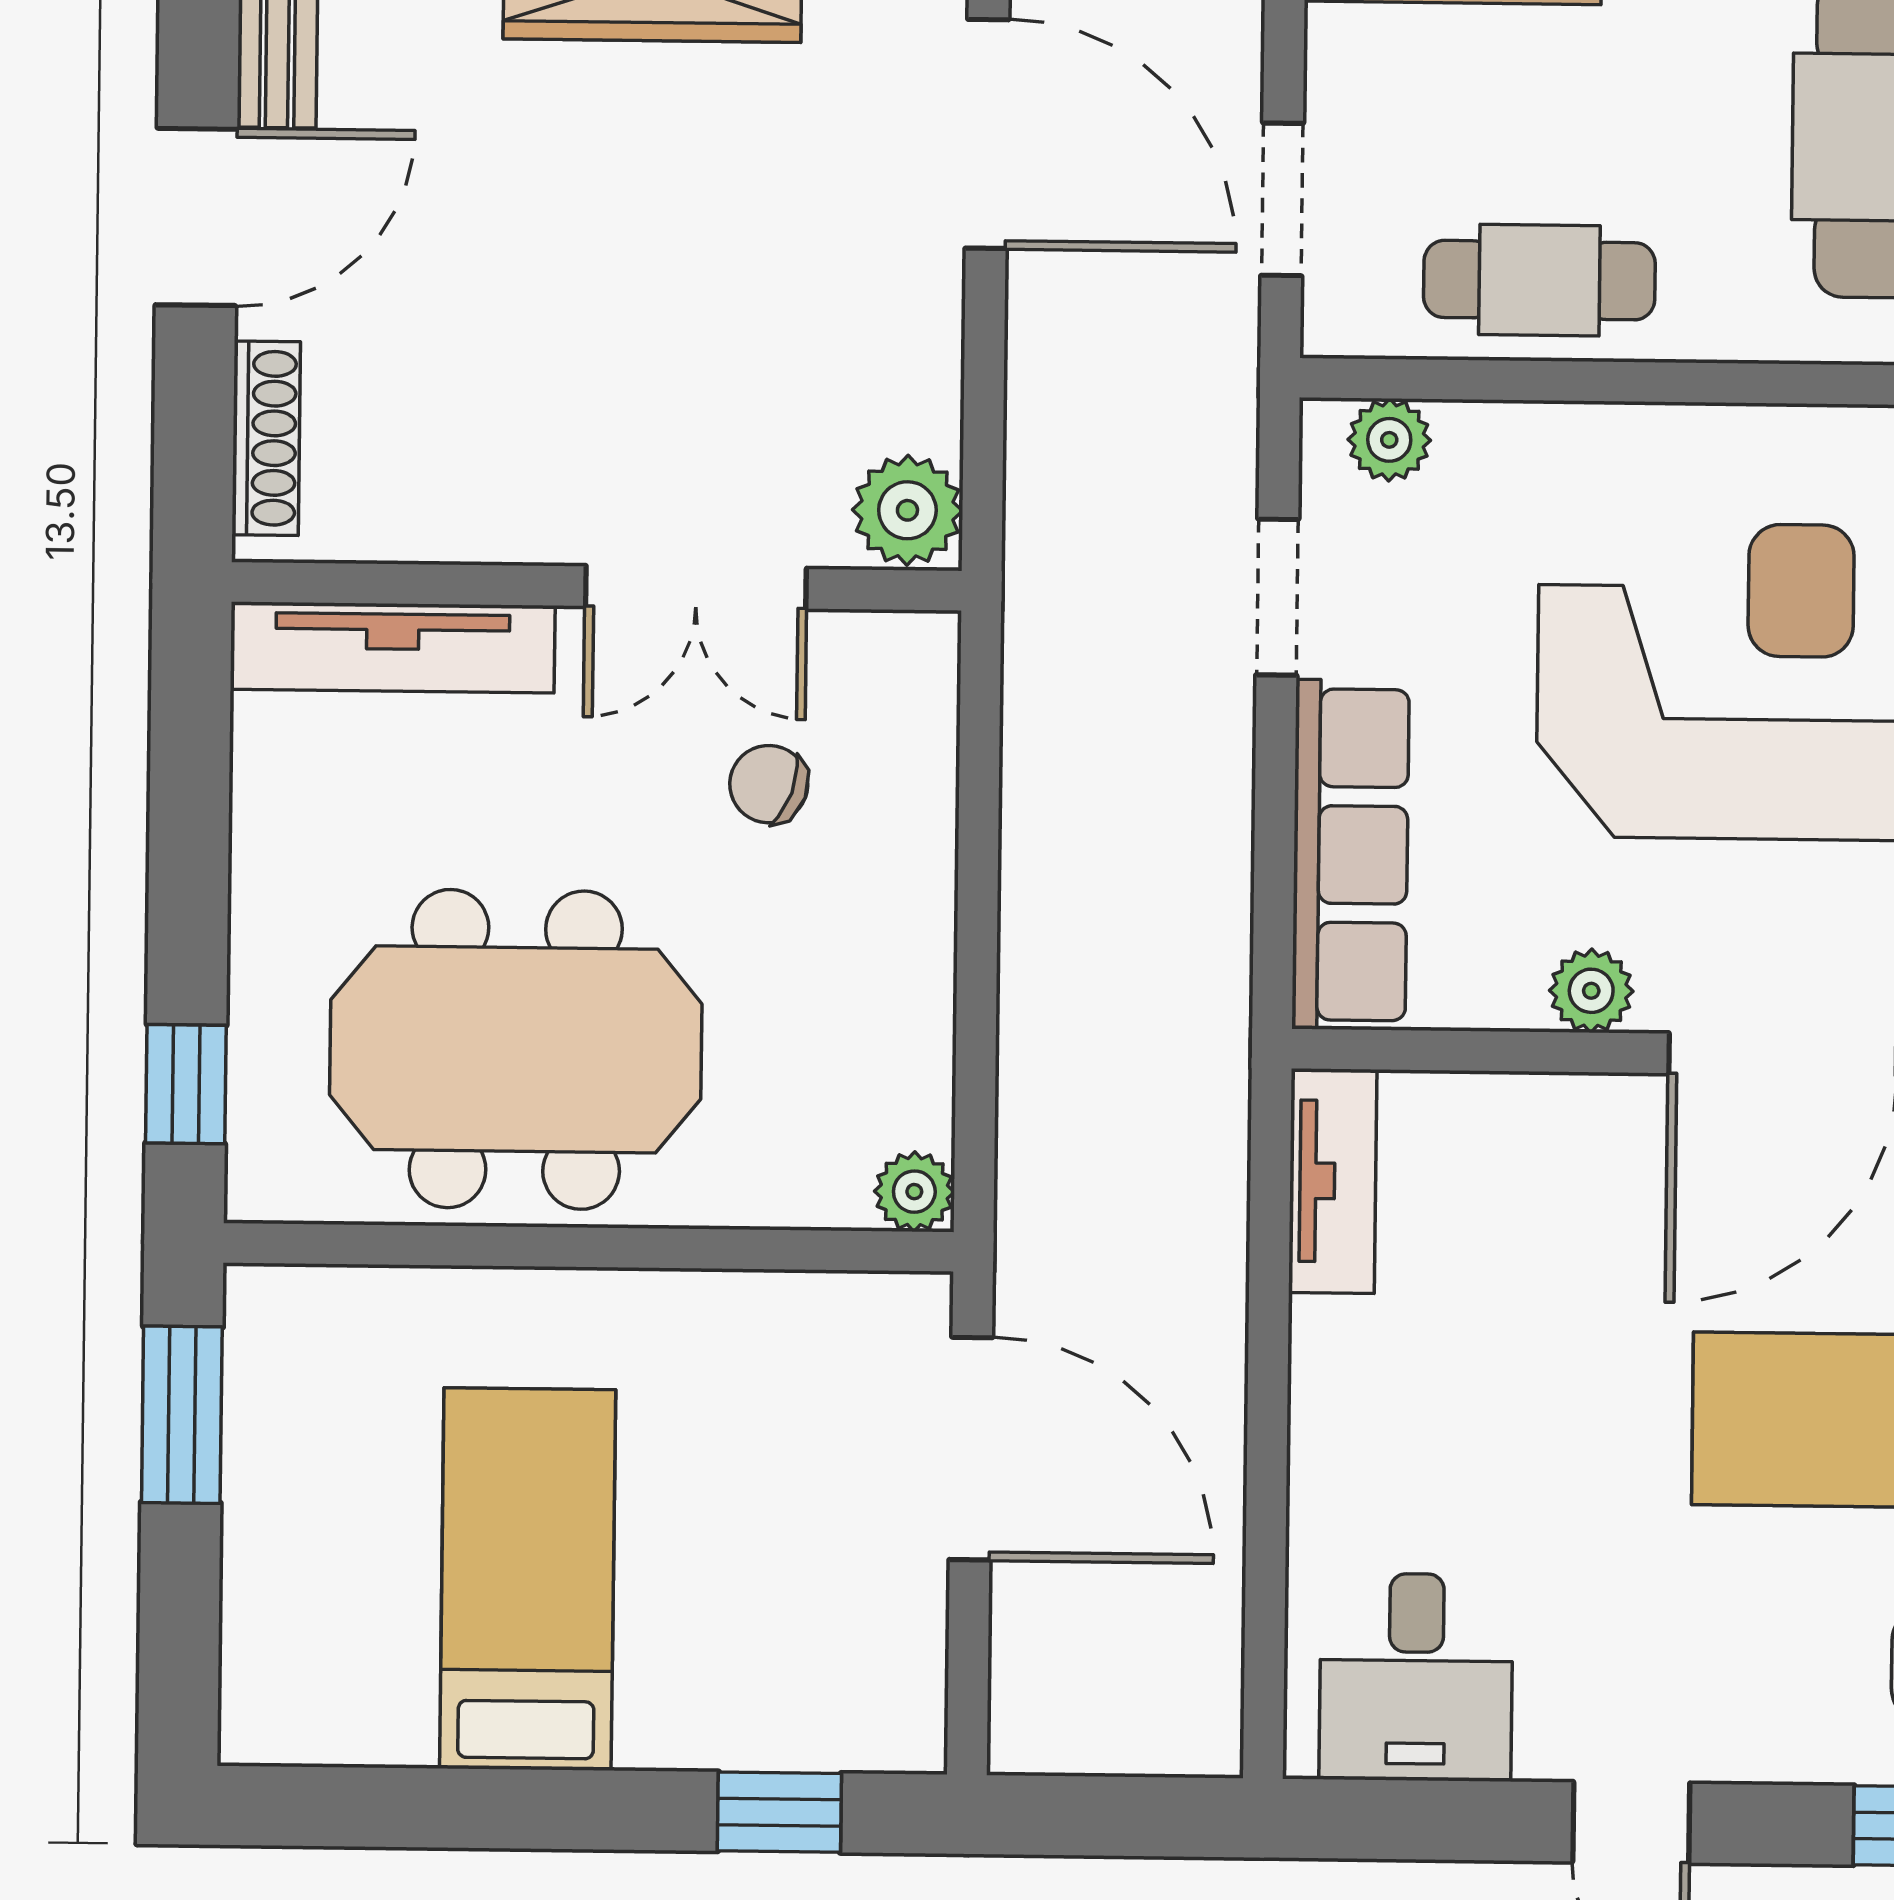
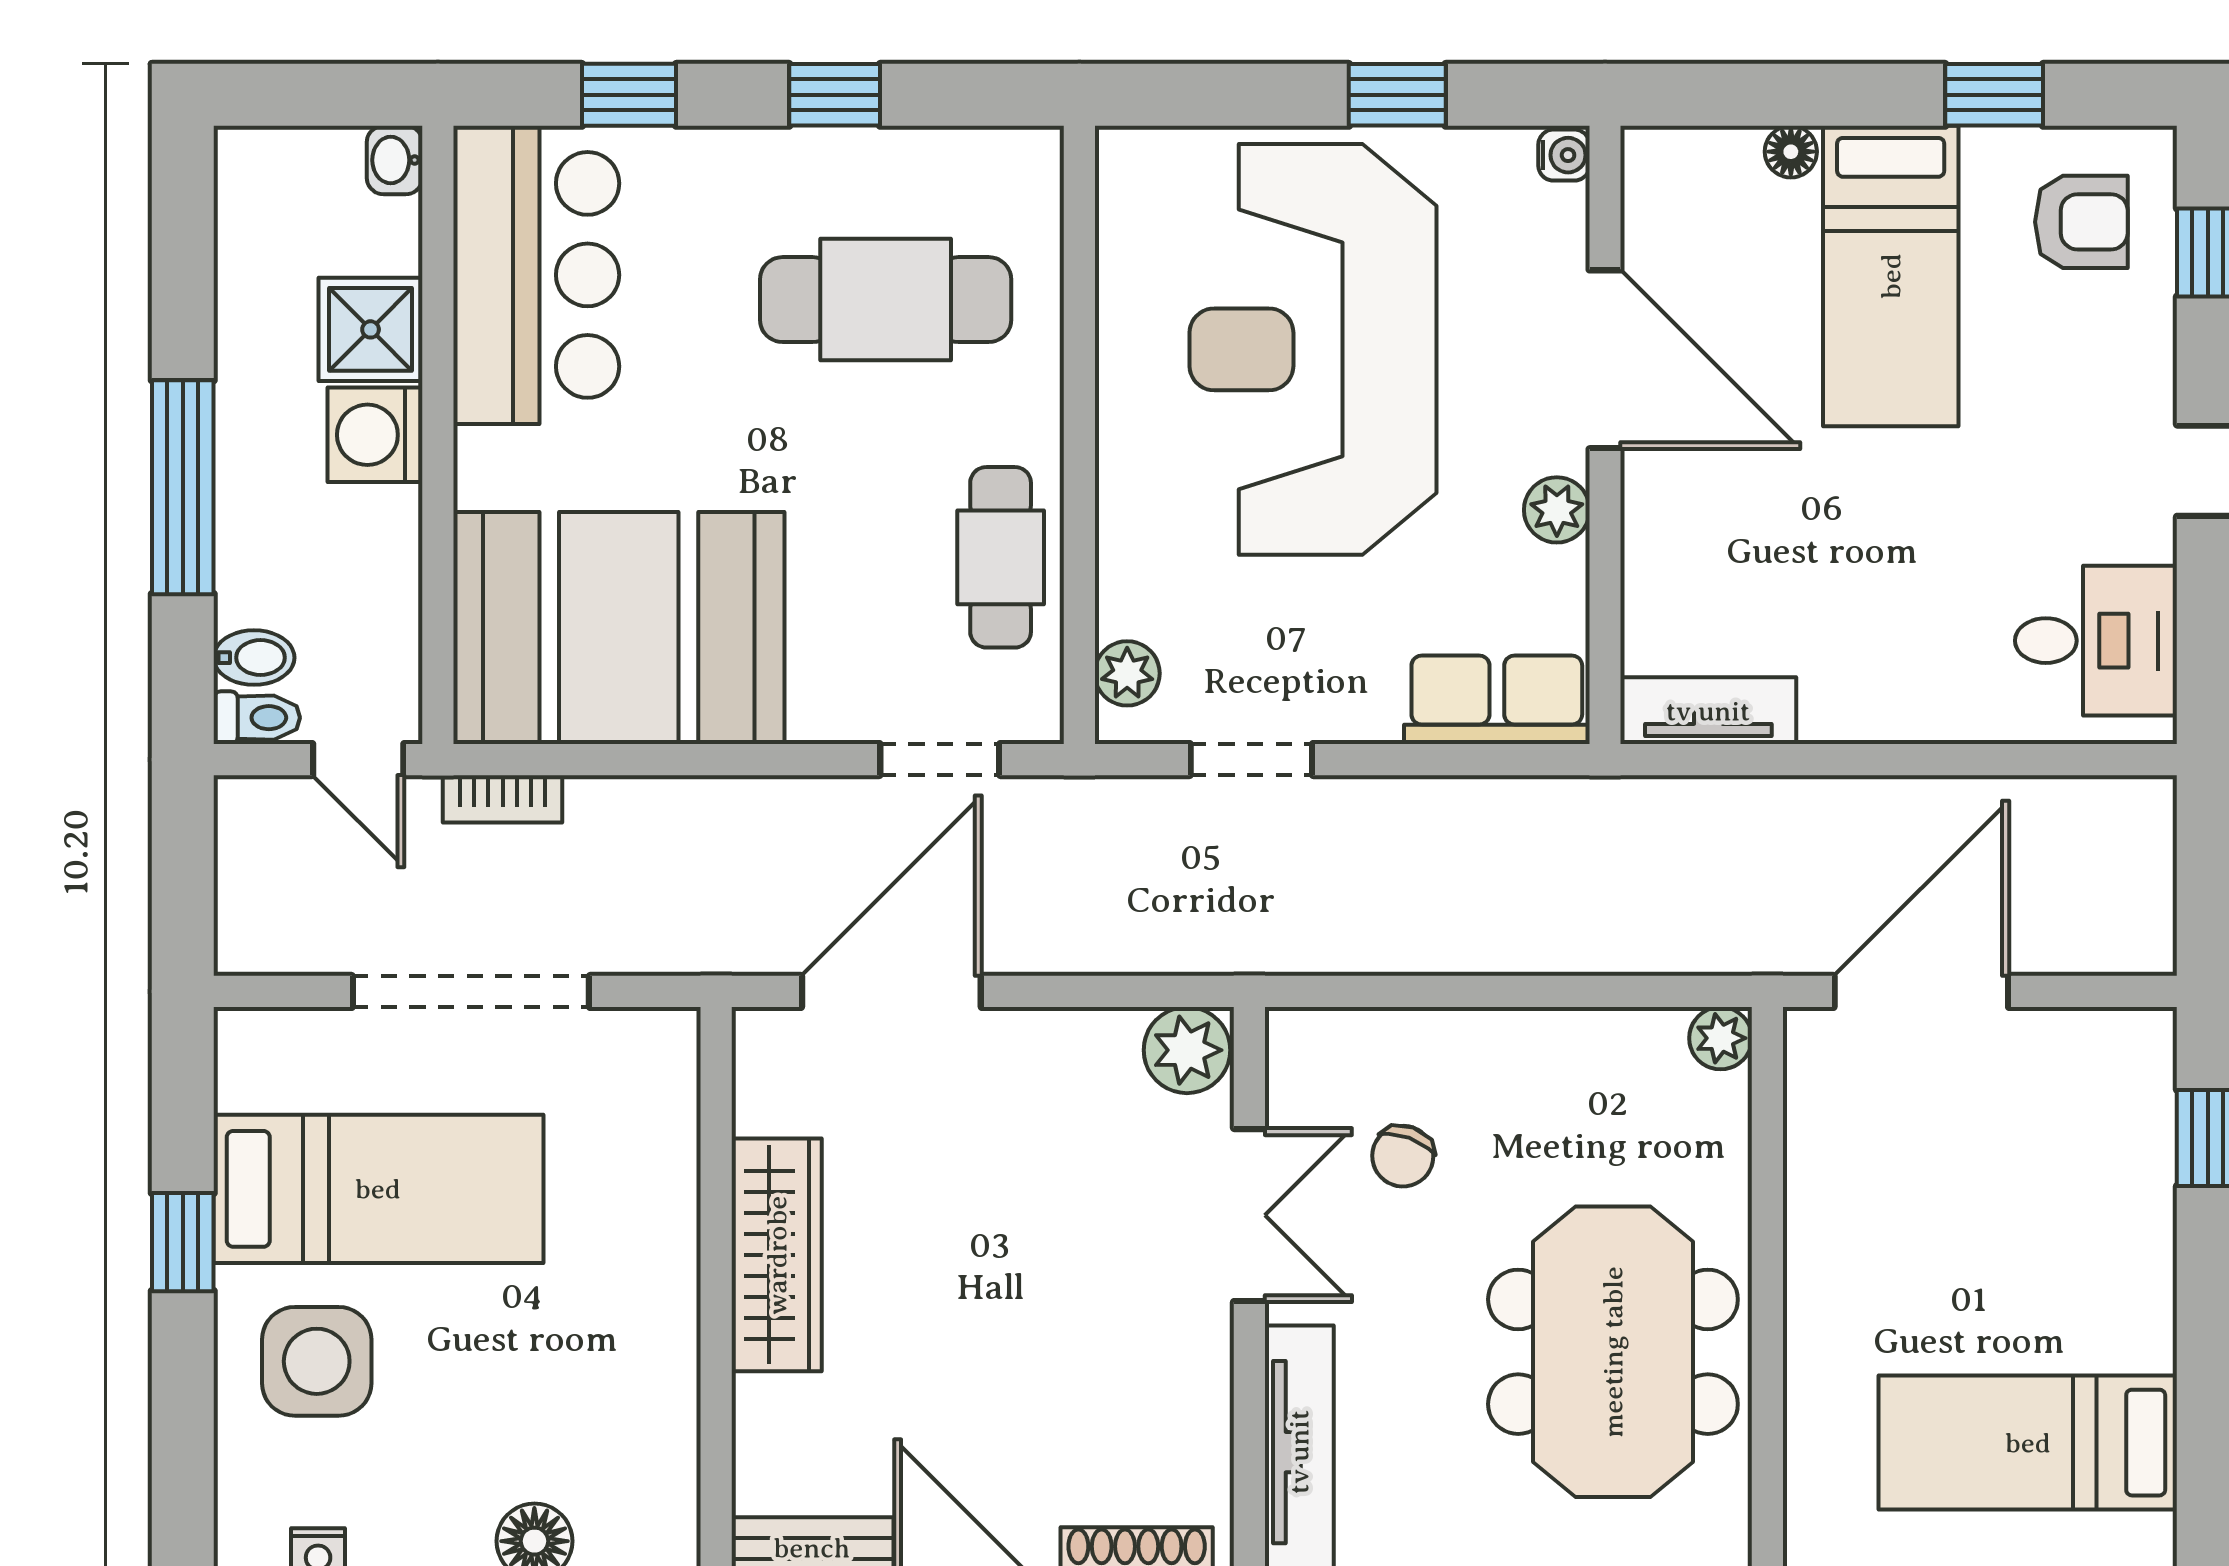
row of seats: (1351, 855) -> (1497, 700), width x0.68
bed: (528, 1579) -> (2028, 1443), moved

